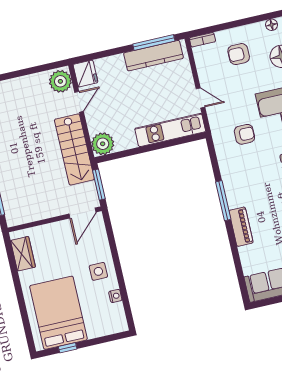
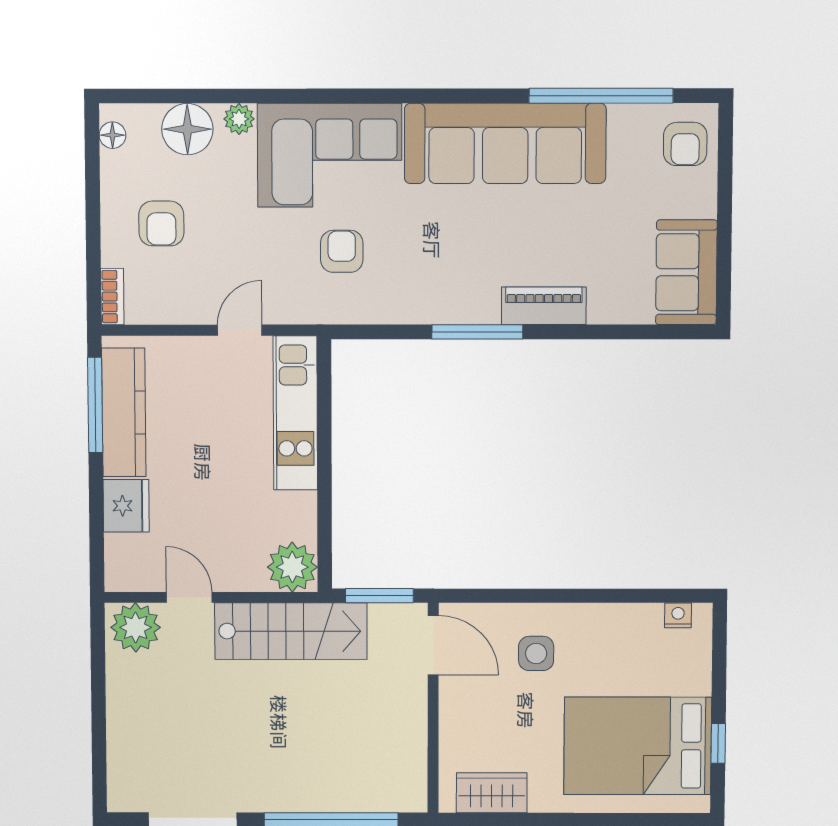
fridge: (85, 74) -> (126, 506), moved, turned 90
side table: (98, 271) -> (536, 653), moved
nightstand: (115, 296) -> (678, 615), moved

